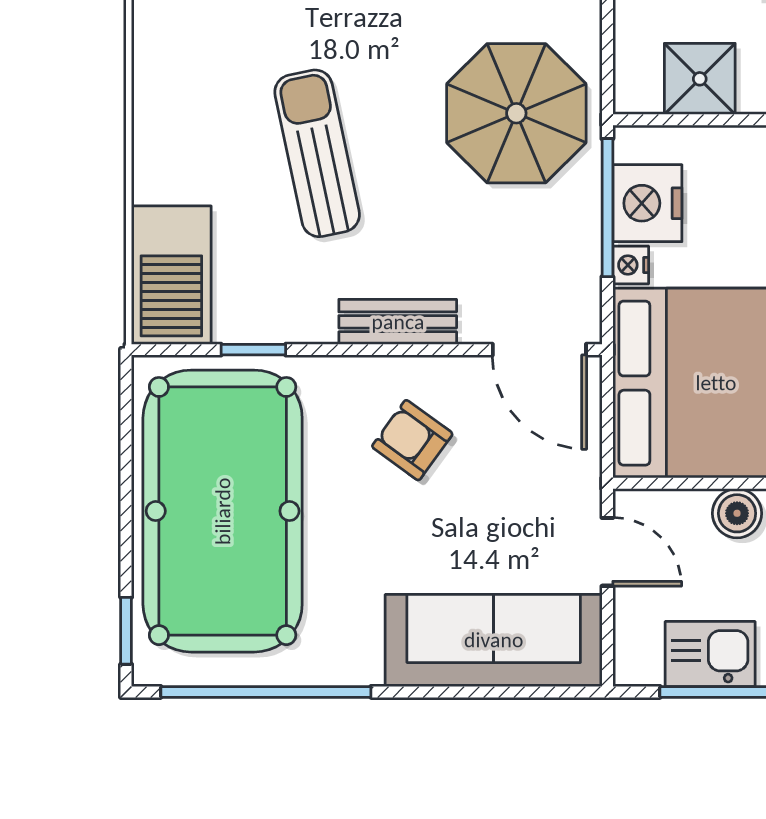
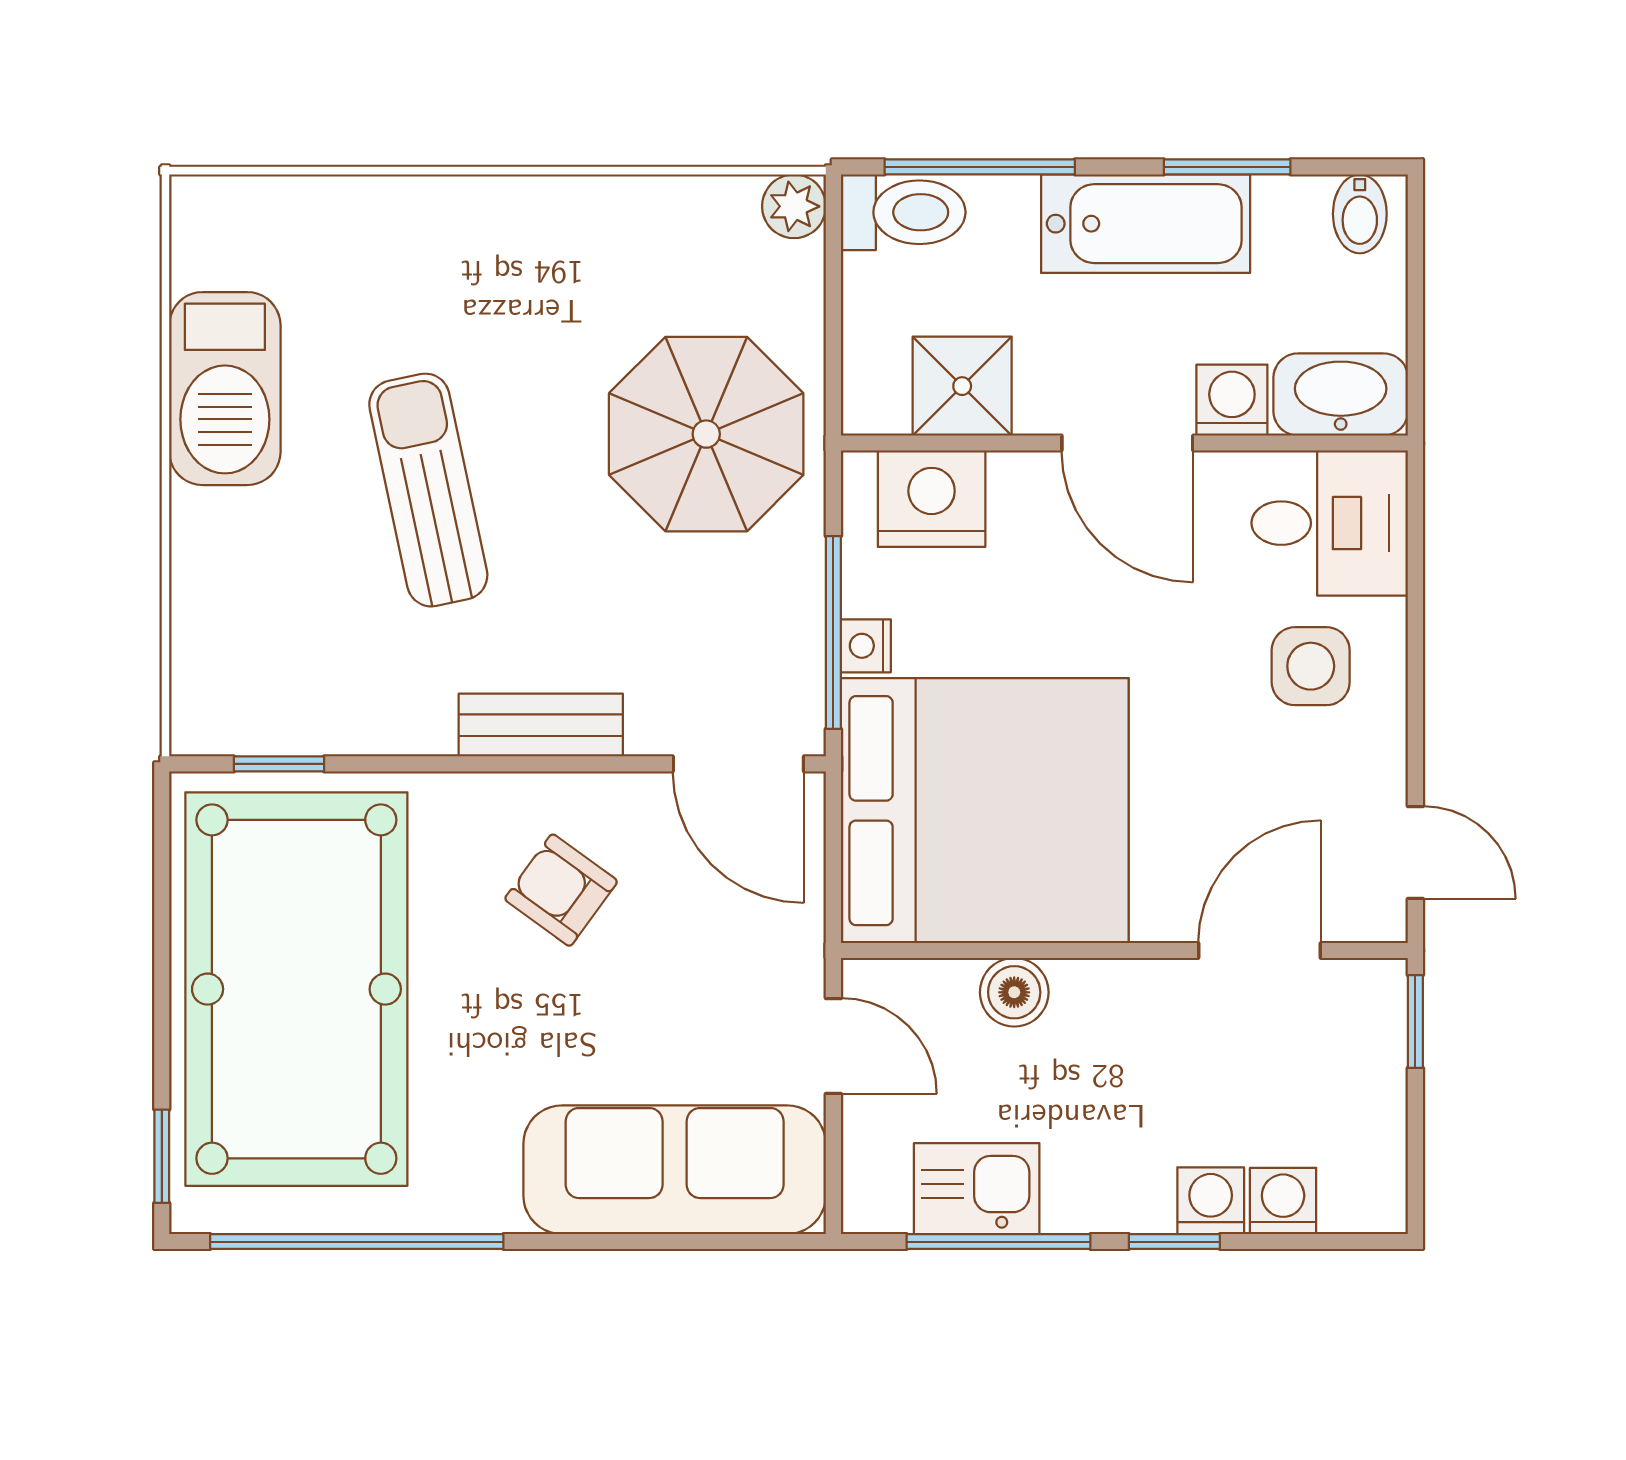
nightstand: (647, 203) -> (932, 499), moved, turned 90
window: (607, 208) -> (833, 632), moved
barbecue: (171, 275) -> (225, 389), moved
window: (253, 350) -> (279, 764), moved

